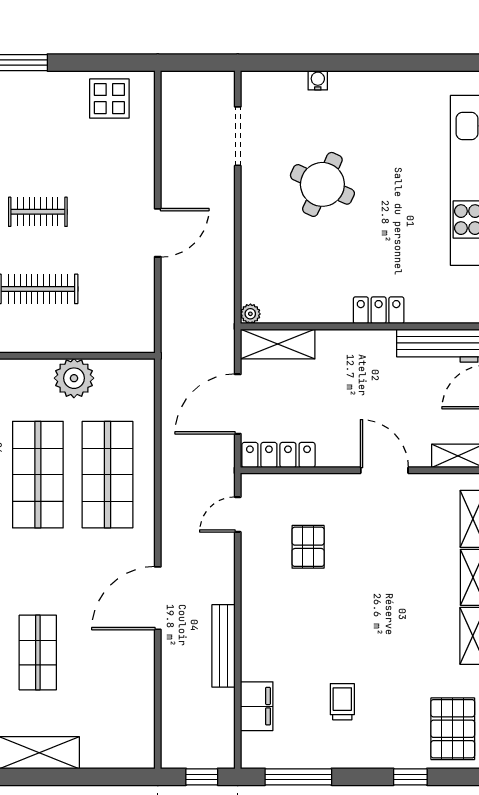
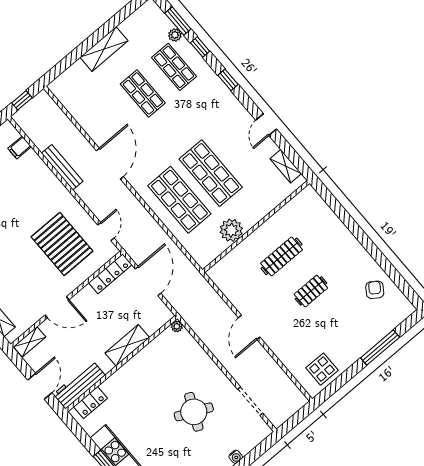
locker: (379, 310) -> (91, 402), moved
shelving: (278, 344) -> (127, 345), moved
pallet: (308, 547) -> (62, 244), width x2.05, depth x2.00
filing cabinet: (257, 706) -> (20, 147), width x0.50

